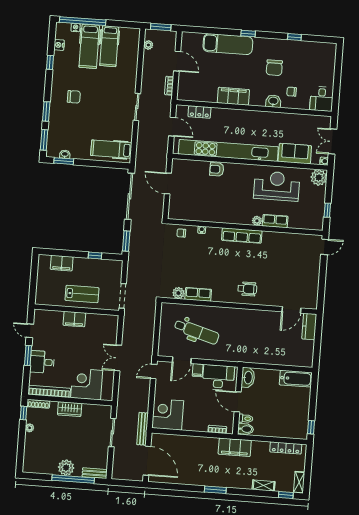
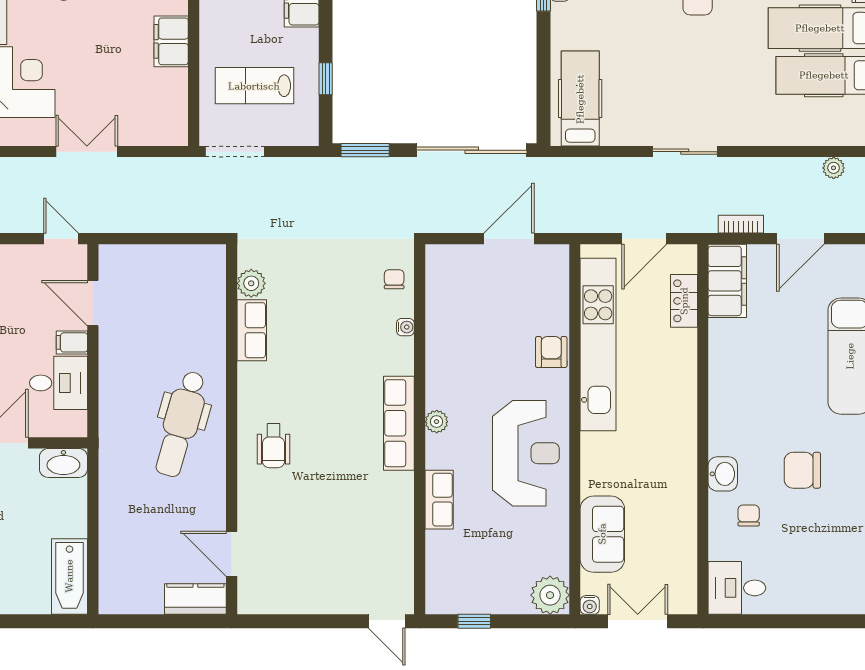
filing cabinet: (233, 96) -> (727, 281), moved
kitchen unit: (228, 150) -> (598, 345), width x0.73
reception desk: (277, 186) -> (526, 453), moved
plant: (257, 221) -> (437, 422), moved
lab bench: (82, 294) -> (254, 86), moved, turned 90
dental chair: (197, 332) -> (181, 424), moved
desk: (218, 377) -> (59, 383), width x0.73

